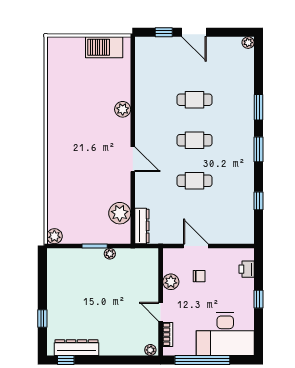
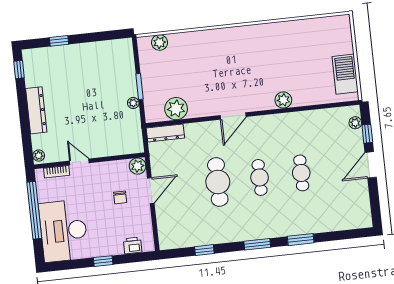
plant: (248, 43) -> (355, 123), moved
cafe table: (194, 181) -> (218, 182), width x1.37, depth x1.35
plant: (54, 236) -> (160, 42), moved
plant: (171, 282) -> (138, 166), moved
door: (161, 312) -> (79, 162), hinge flipped
dresser: (77, 348) -> (36, 110), moved

